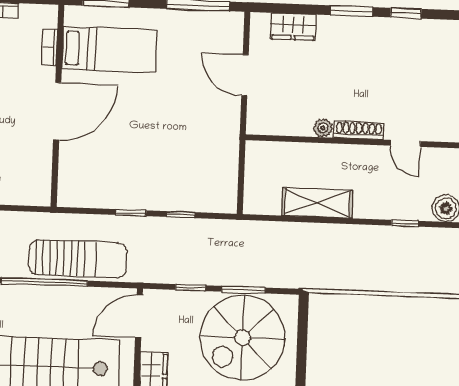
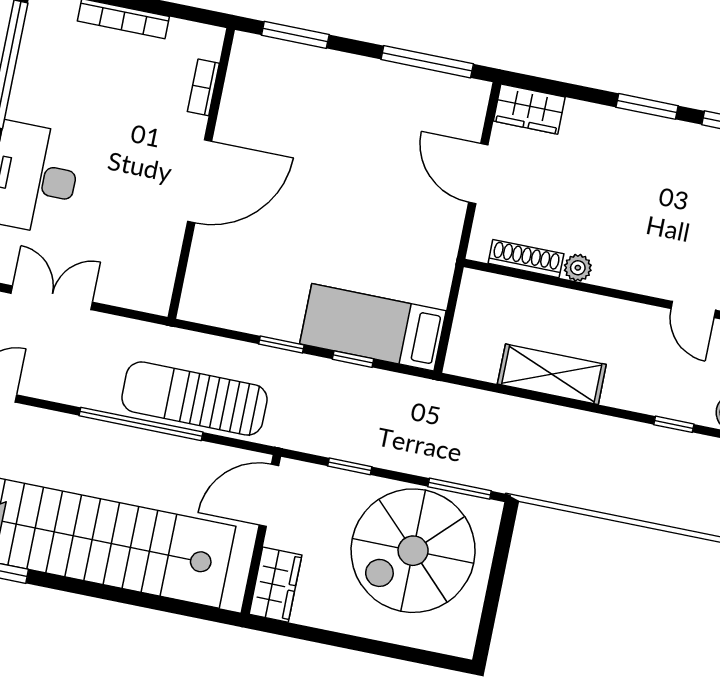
wardrobe: (293, 27) -> (529, 109), moved
bed: (110, 50) -> (373, 327), moved, turned 180
shoe rack: (359, 130) -> (526, 259), moved
sun lounger: (78, 259) -> (194, 399), turned 180
window: (243, 290) -> (460, 489), moved

